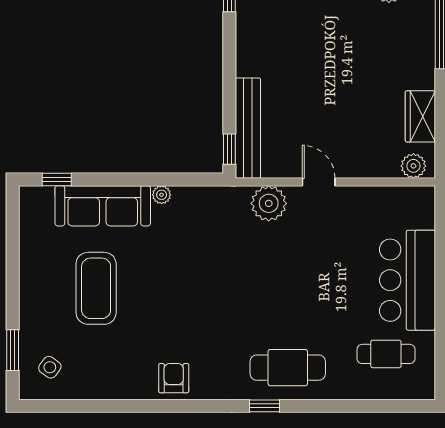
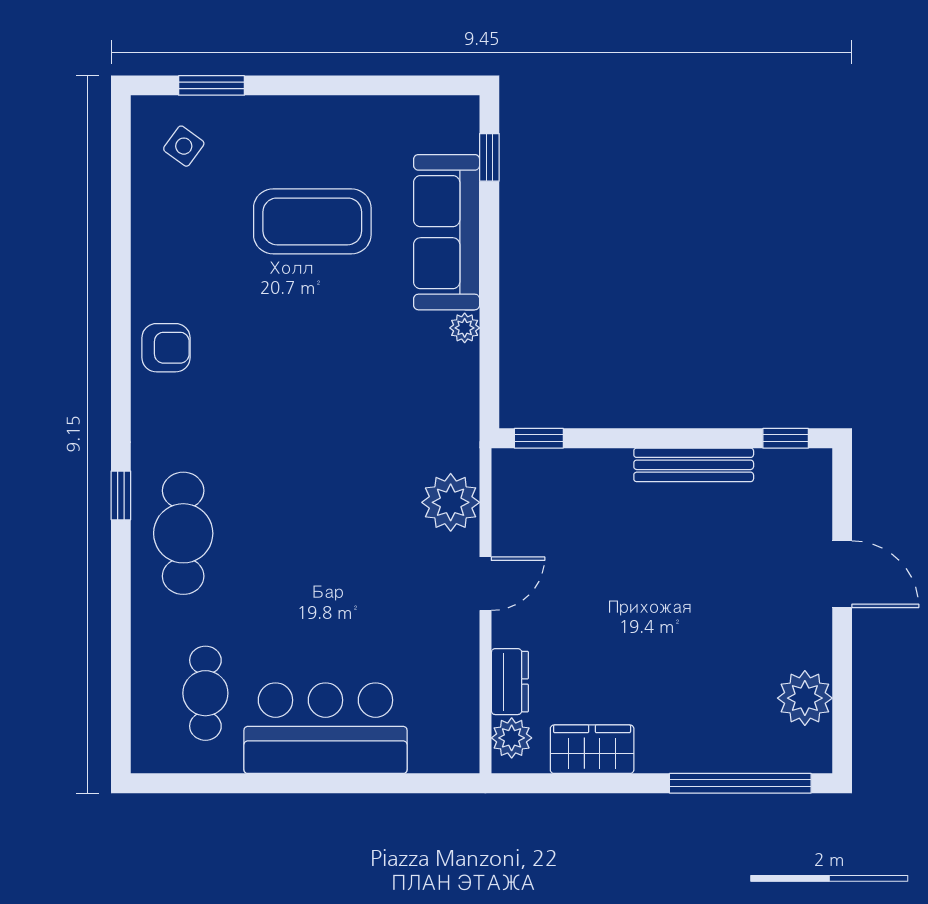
bench: (248, 128) -> (694, 465), moved, width x0.73, depth x0.82
dresser: (379, 167) -> (510, 682), added

